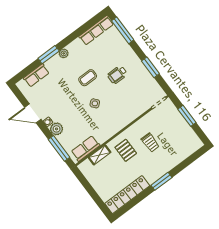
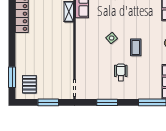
trolley: (150, 143) -> (49, 58), removed
pallet: (126, 150) -> (29, 84), moved, turned 90
window: (161, 181) -> (12, 77), moved

